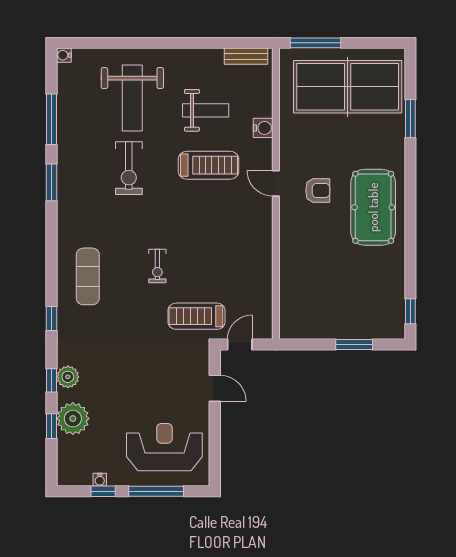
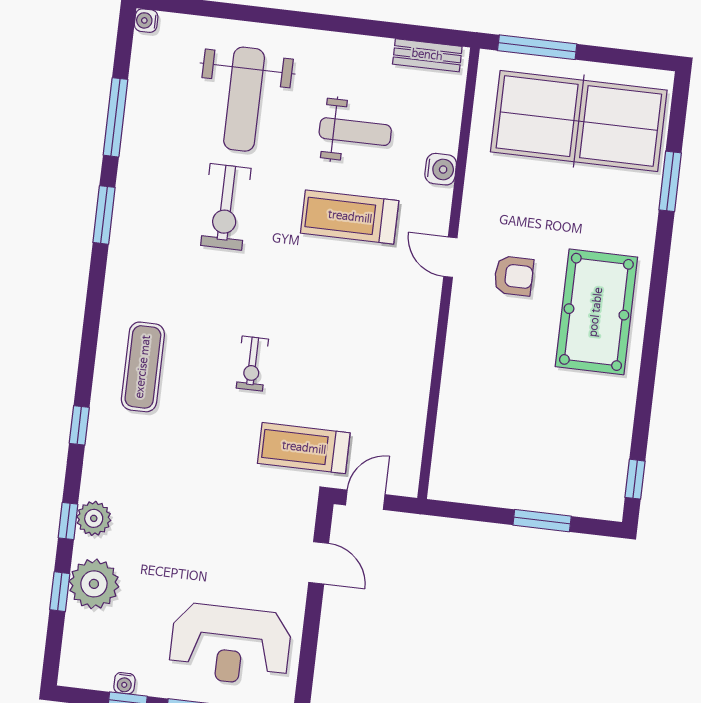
treadmill: (208, 165) -> (350, 217), turned 180
reception desk: (164, 447) -> (230, 645), turned 180

